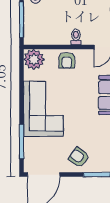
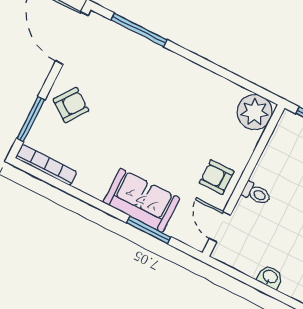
armchair: (67, 60) -> (217, 177), moved
corner sofa: (43, 109) -> (172, 88), removed

